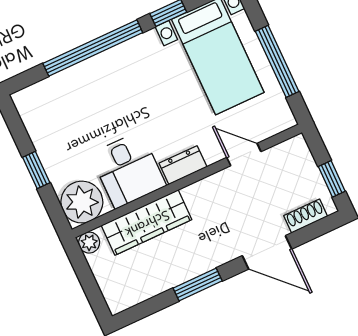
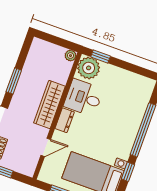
window: (36, 170) -> (101, 56), moved
wardrobe: (147, 223) -> (49, 105), moved

